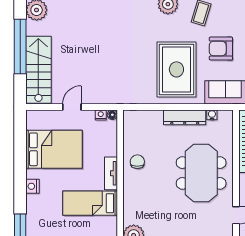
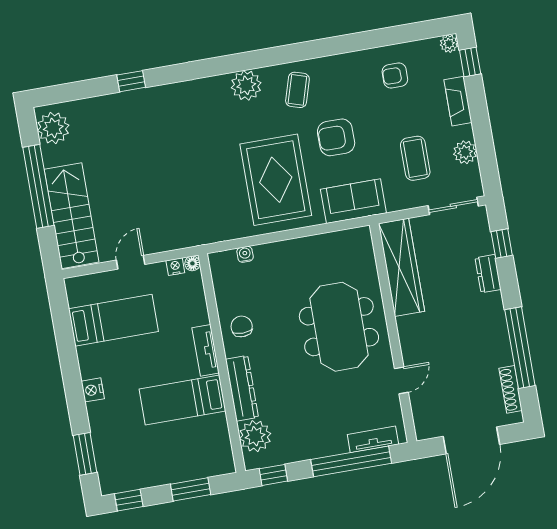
water cooler: (212, 115) -> (245, 254), moved
dresser: (185, 117) -> (242, 388), moved, turned -90
bed: (54, 149) -> (113, 320), width x0.67

